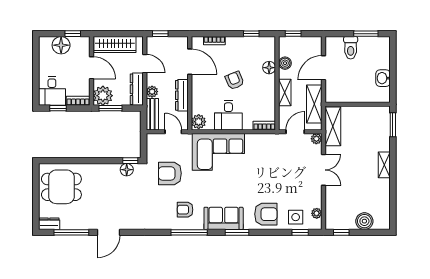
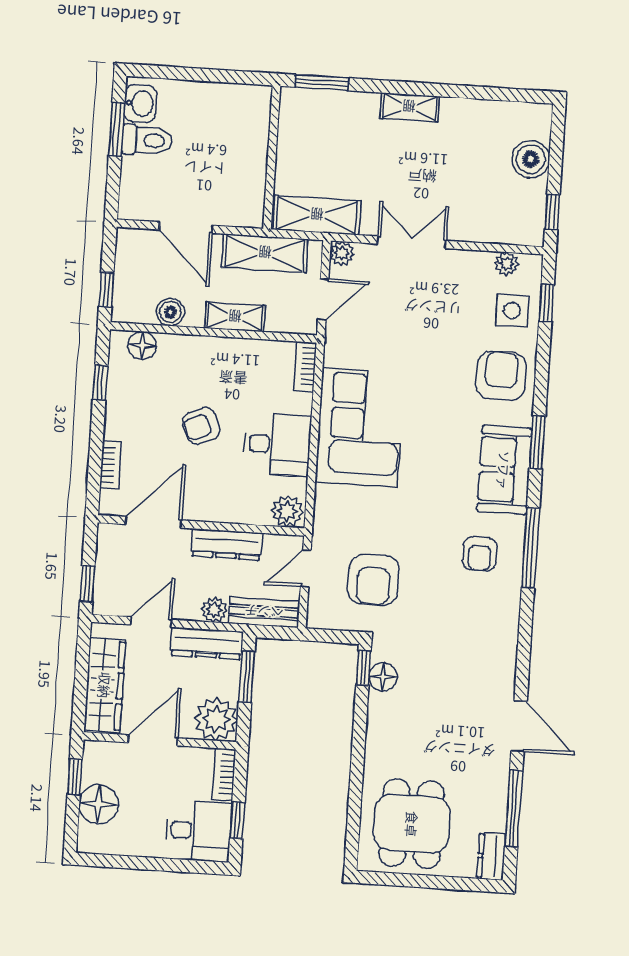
toilet: (351, 48) -> (147, 140), moved
floor lamp: (269, 68) -> (142, 345), moved
washbasin: (383, 78) -> (140, 103), moved, turned -90
window: (110, 108) -> (247, 677), moved
door: (295, 132) -> (323, 299), swing flipped
corner sofa: (218, 152) -> (360, 427), moved
armchair: (170, 173) -> (374, 580), moved

